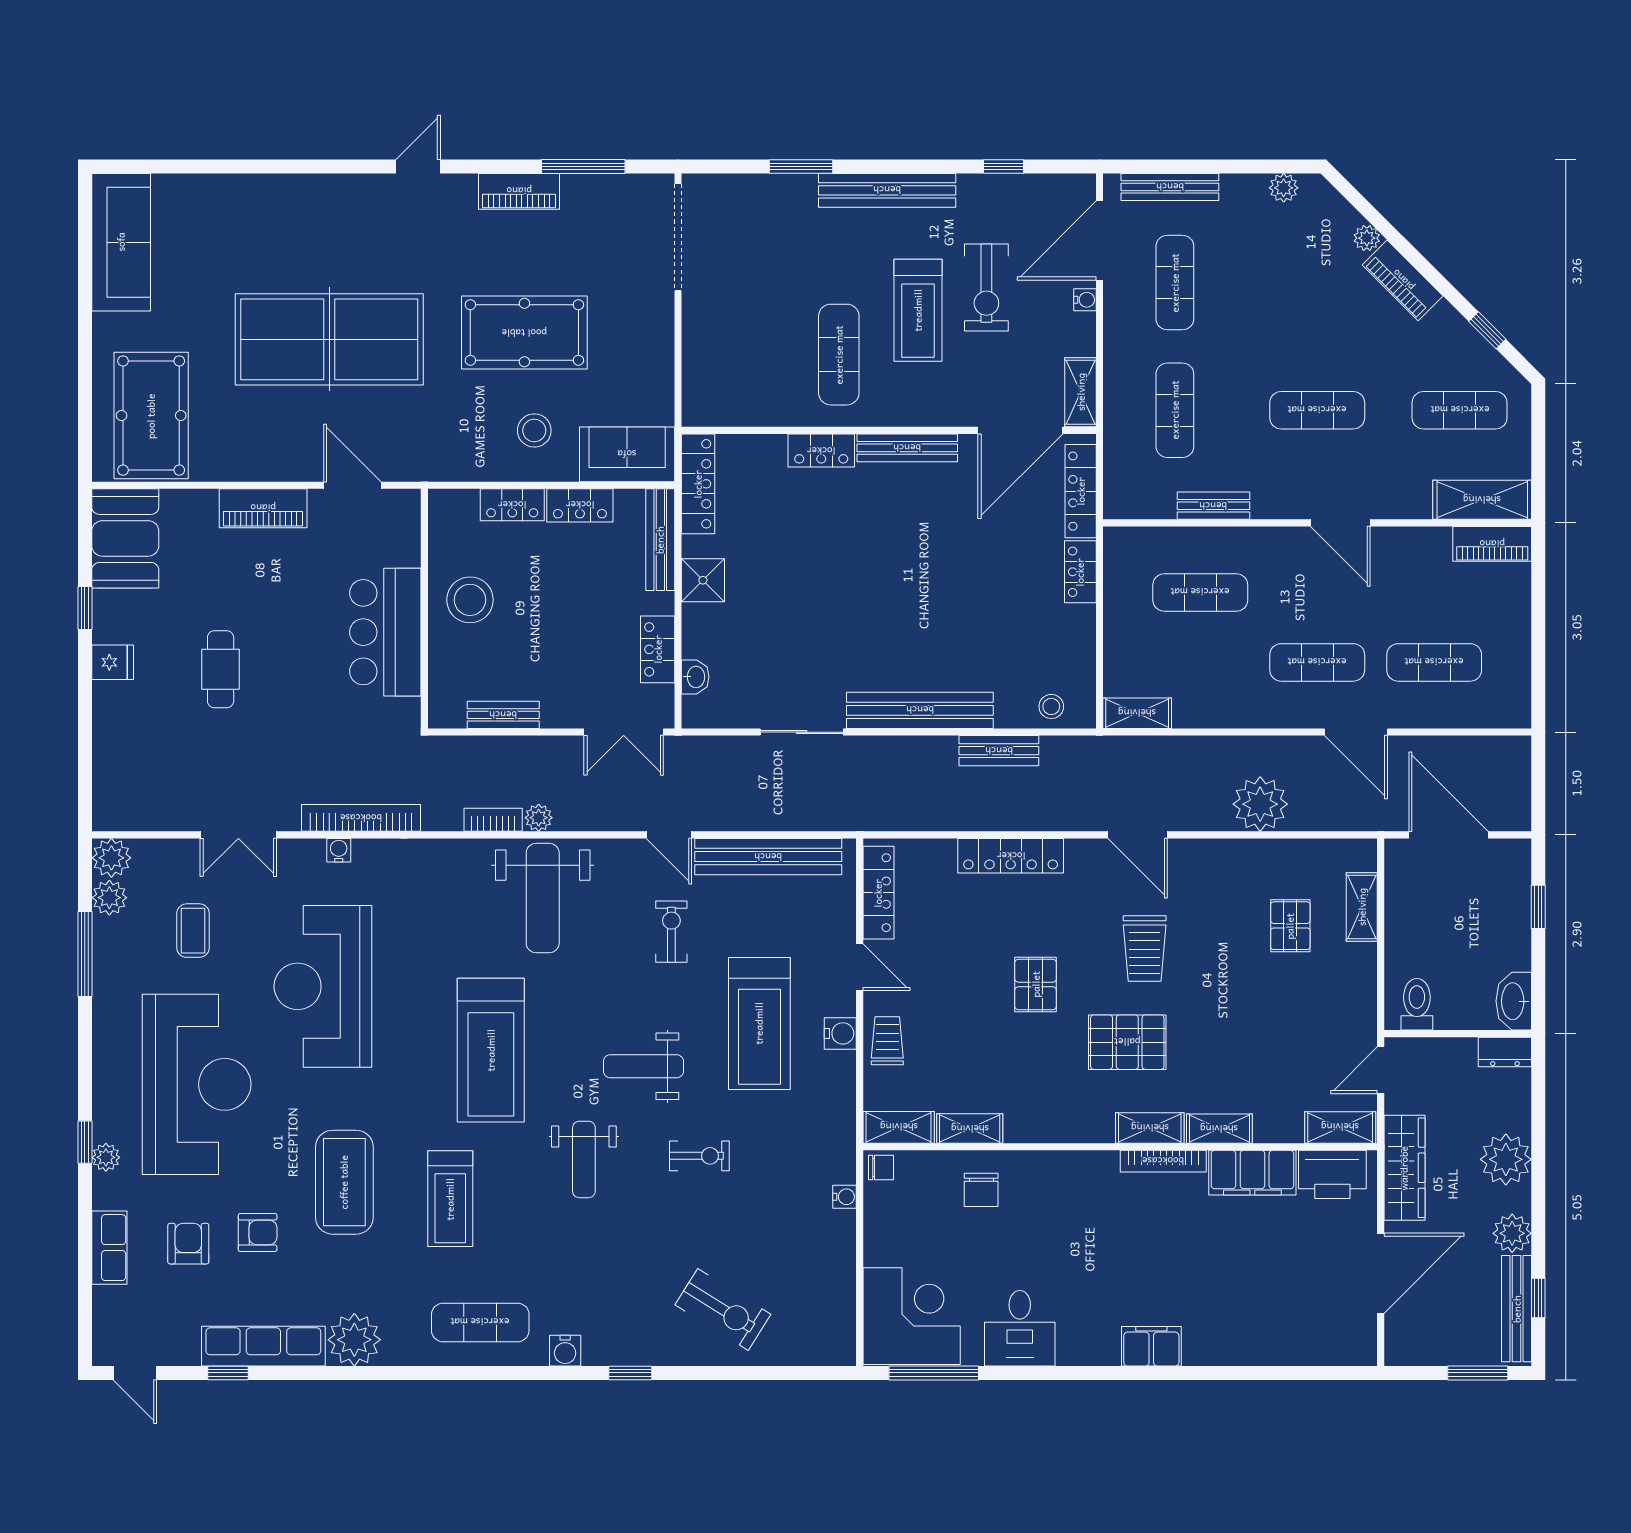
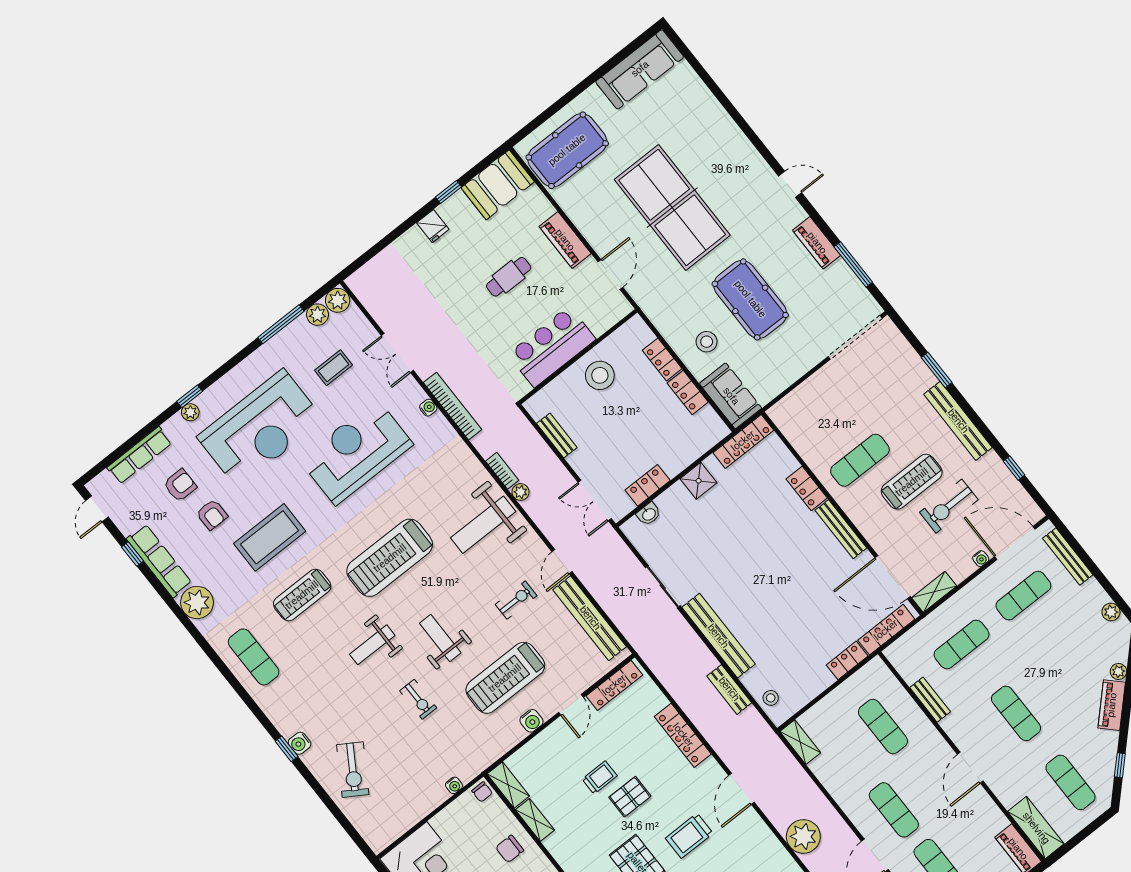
treadmill: (918, 310) -> (912, 482), turned 180
bench: (660, 540) -> (702, 445), removed
cafe table: (221, 669) -> (509, 277), moved
trolley: (887, 1041) -> (600, 777), moved
row of seats: (109, 1248) -> (139, 455), width x1.48
water cooler: (565, 1351) -> (300, 743), moved

